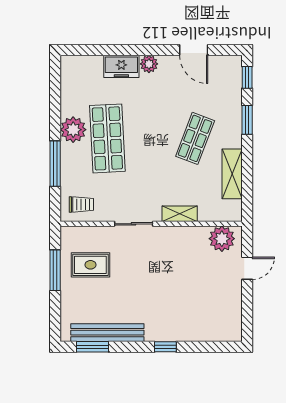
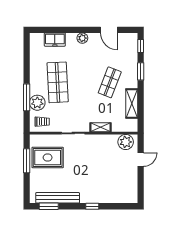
freezer: (121, 66) -> (55, 40), moved
plant: (73, 130) -> (37, 103), moved
rug: (90, 265) -> (48, 157), width x1.36, depth x1.43

